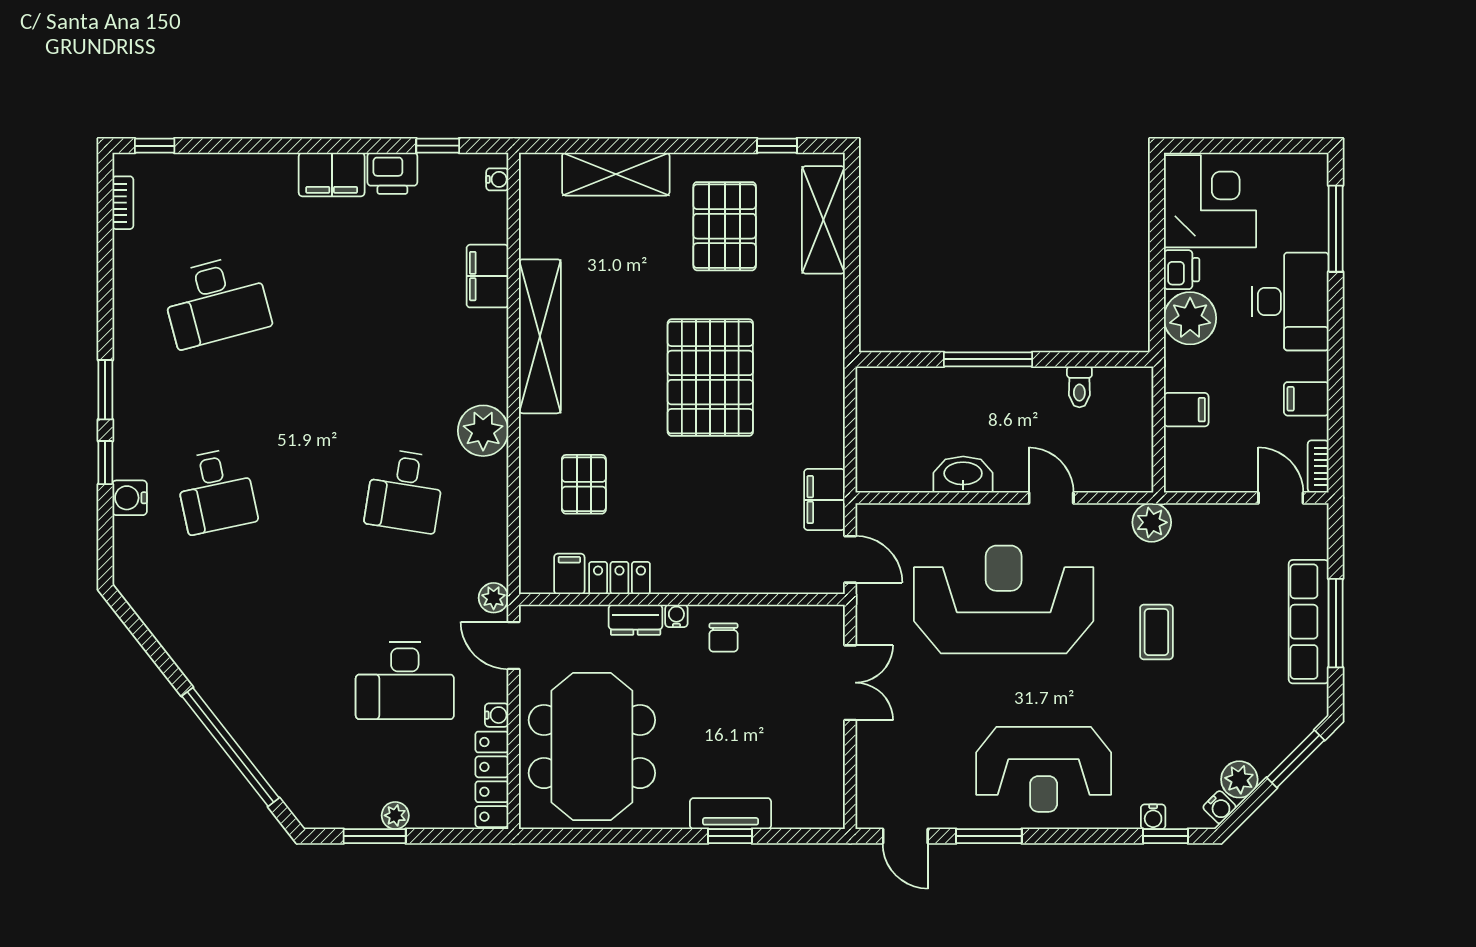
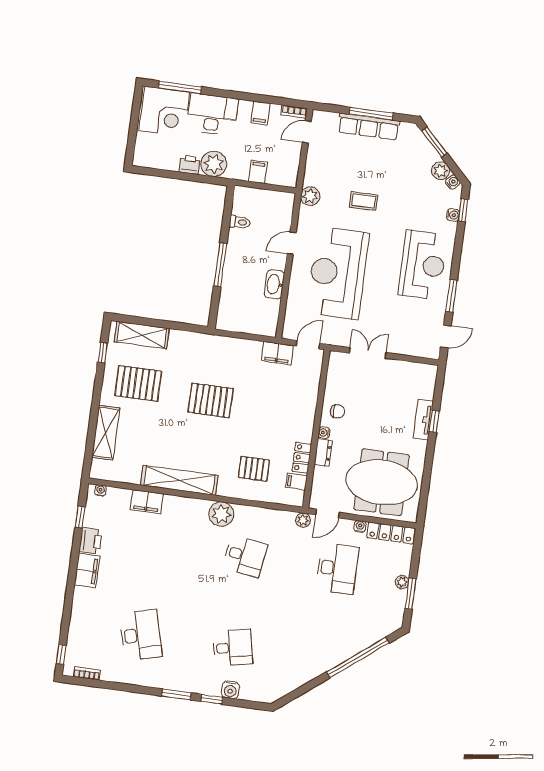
corner desk: (1210, 201) -> (164, 111), moved, turned 180
pallet: (710, 378) -> (211, 400), width x0.73, depth x0.71

